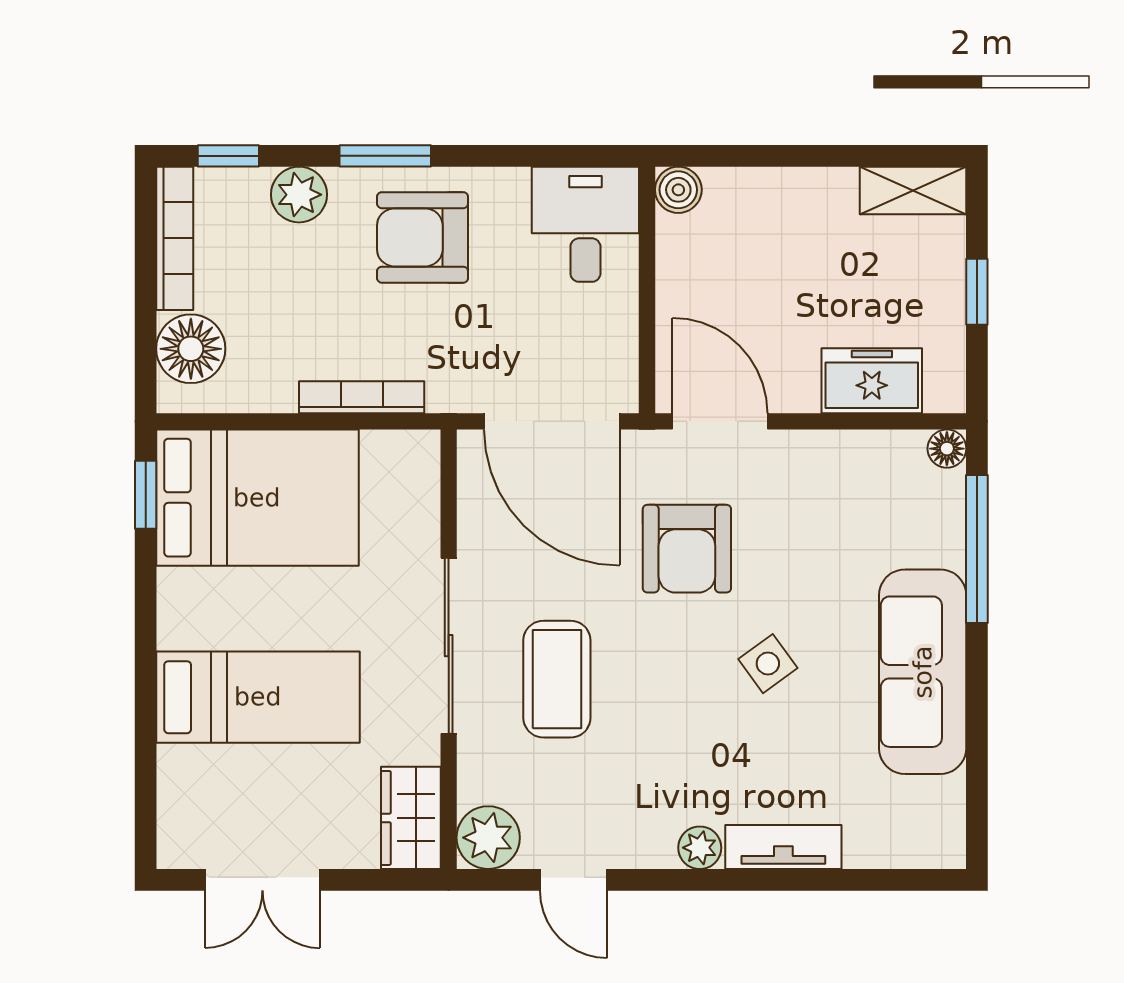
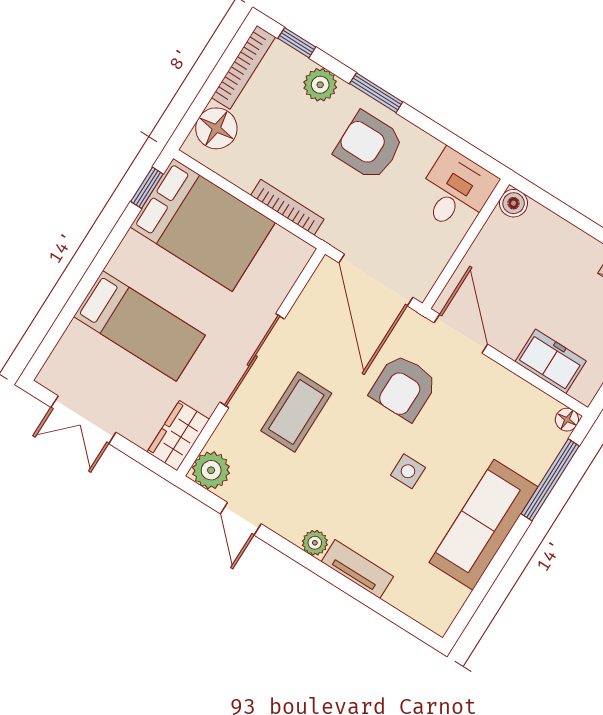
side table: (768, 664) -> (408, 471), turned 36

